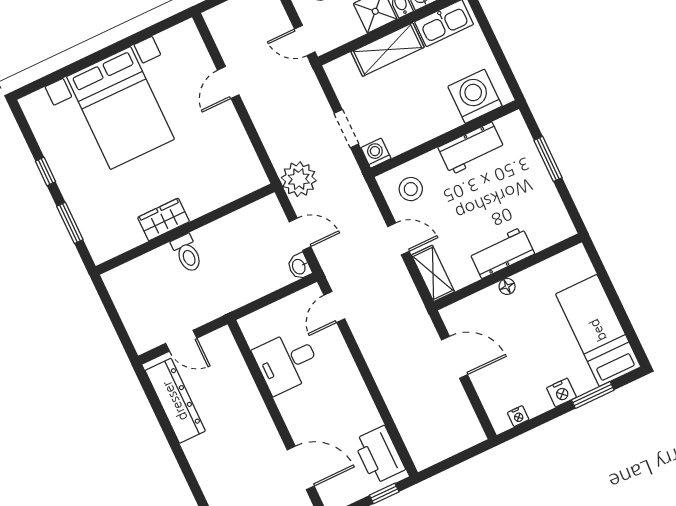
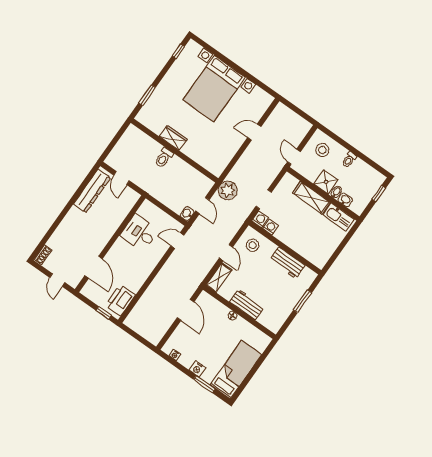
washing machine: (475, 96) -> (270, 227), moved, width x0.53, depth x0.53
window: (46, 171) -> (178, 51), moved

